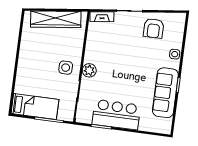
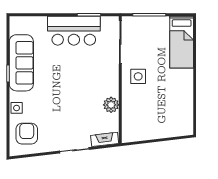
wardrobe: (56, 19) -> (157, 130), removed
armchair: (154, 28) -> (27, 134), moved
plant: (89, 70) -> (111, 105), moved
bed: (35, 106) -> (182, 42), moved, turned -90

